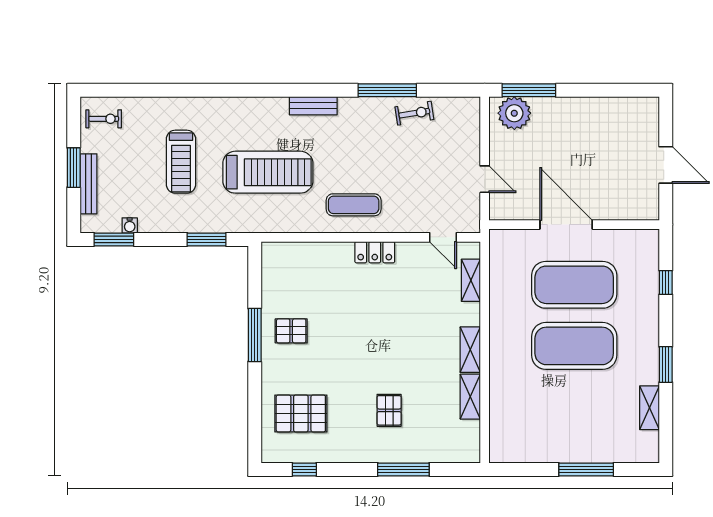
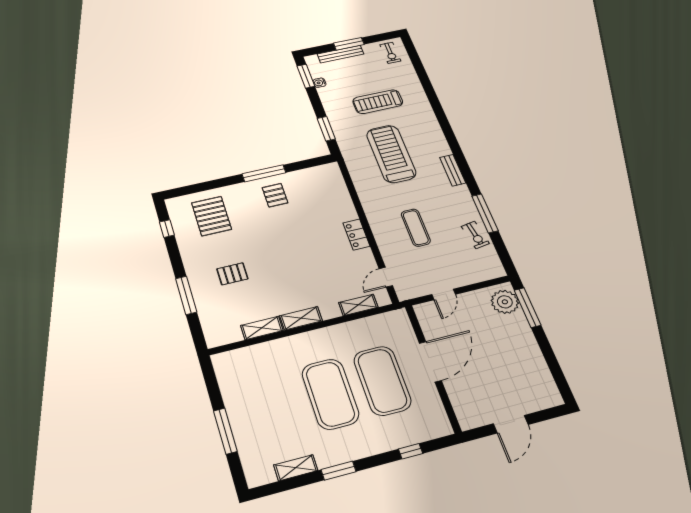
treadmill: (268, 172) -> (391, 154), turned 180
exercise mat: (354, 205) -> (416, 228), moved

